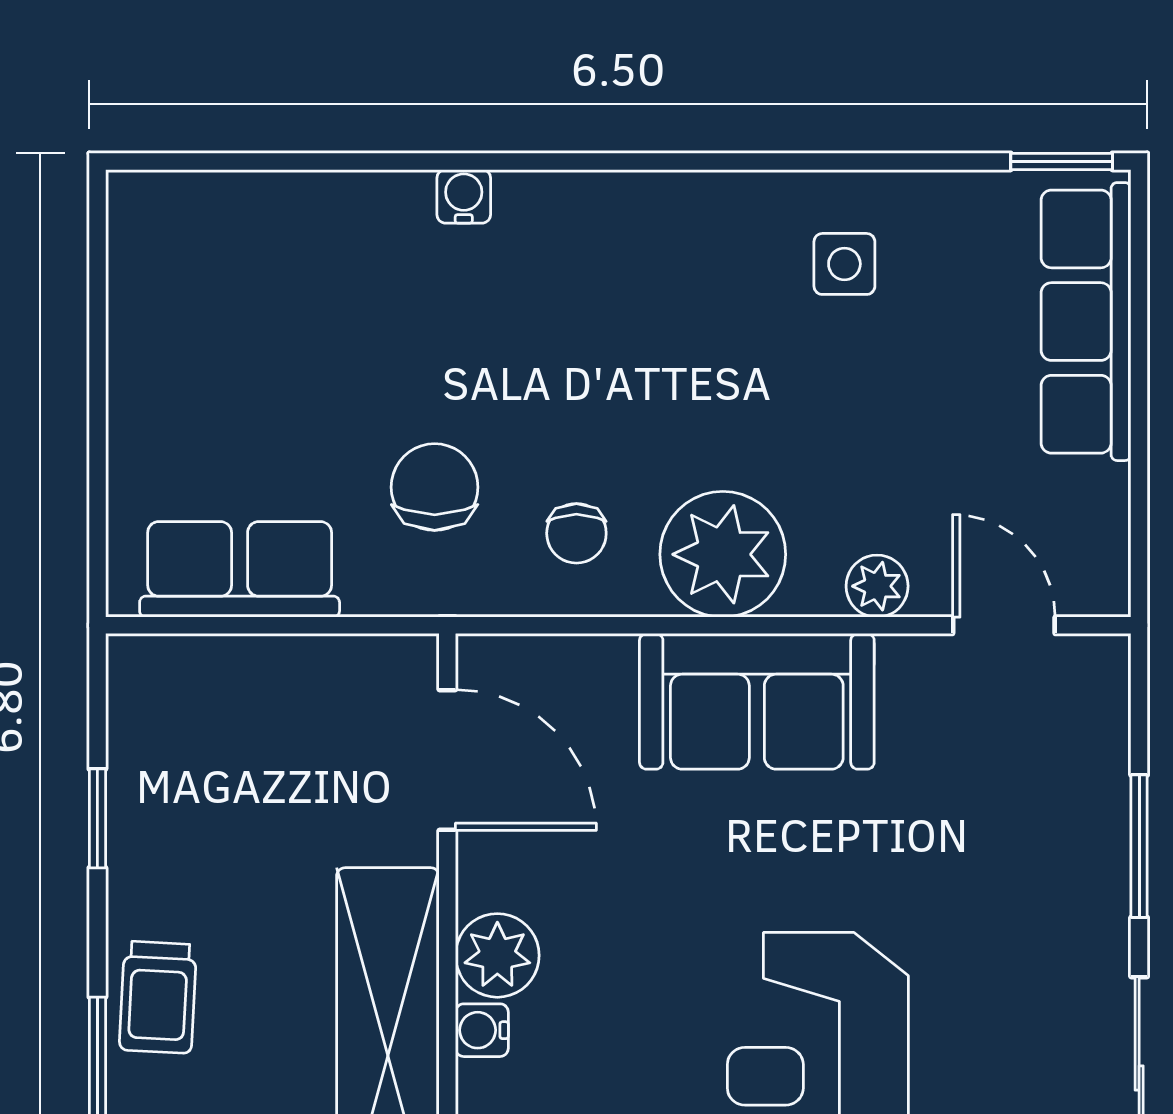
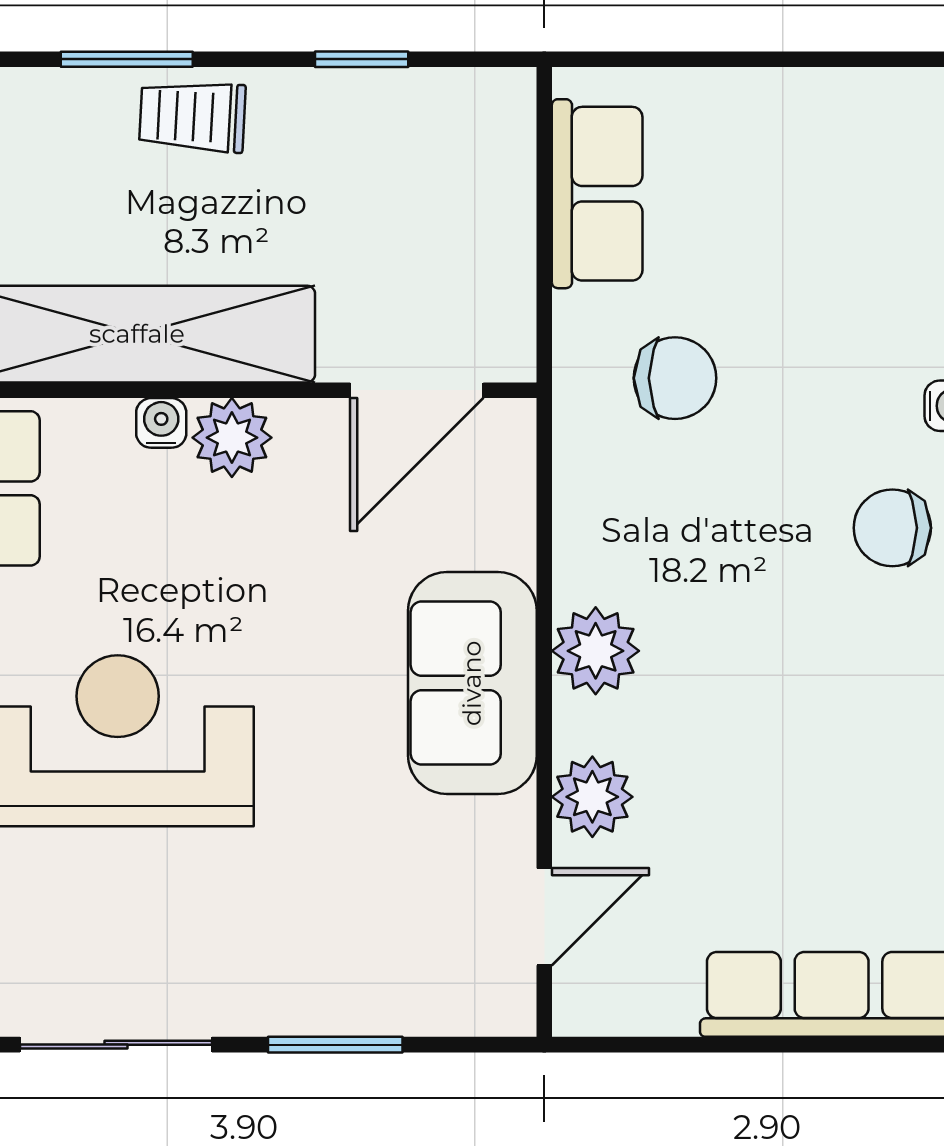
side table: (844, 264) -> (886, 766), removed
chair: (576, 533) -> (892, 528), moved, width x1.37, depth x1.37
plant: (723, 554) -> (596, 651), width x0.73, depth x0.73
plant: (877, 586) -> (592, 797), width x1.38, depth x1.38

